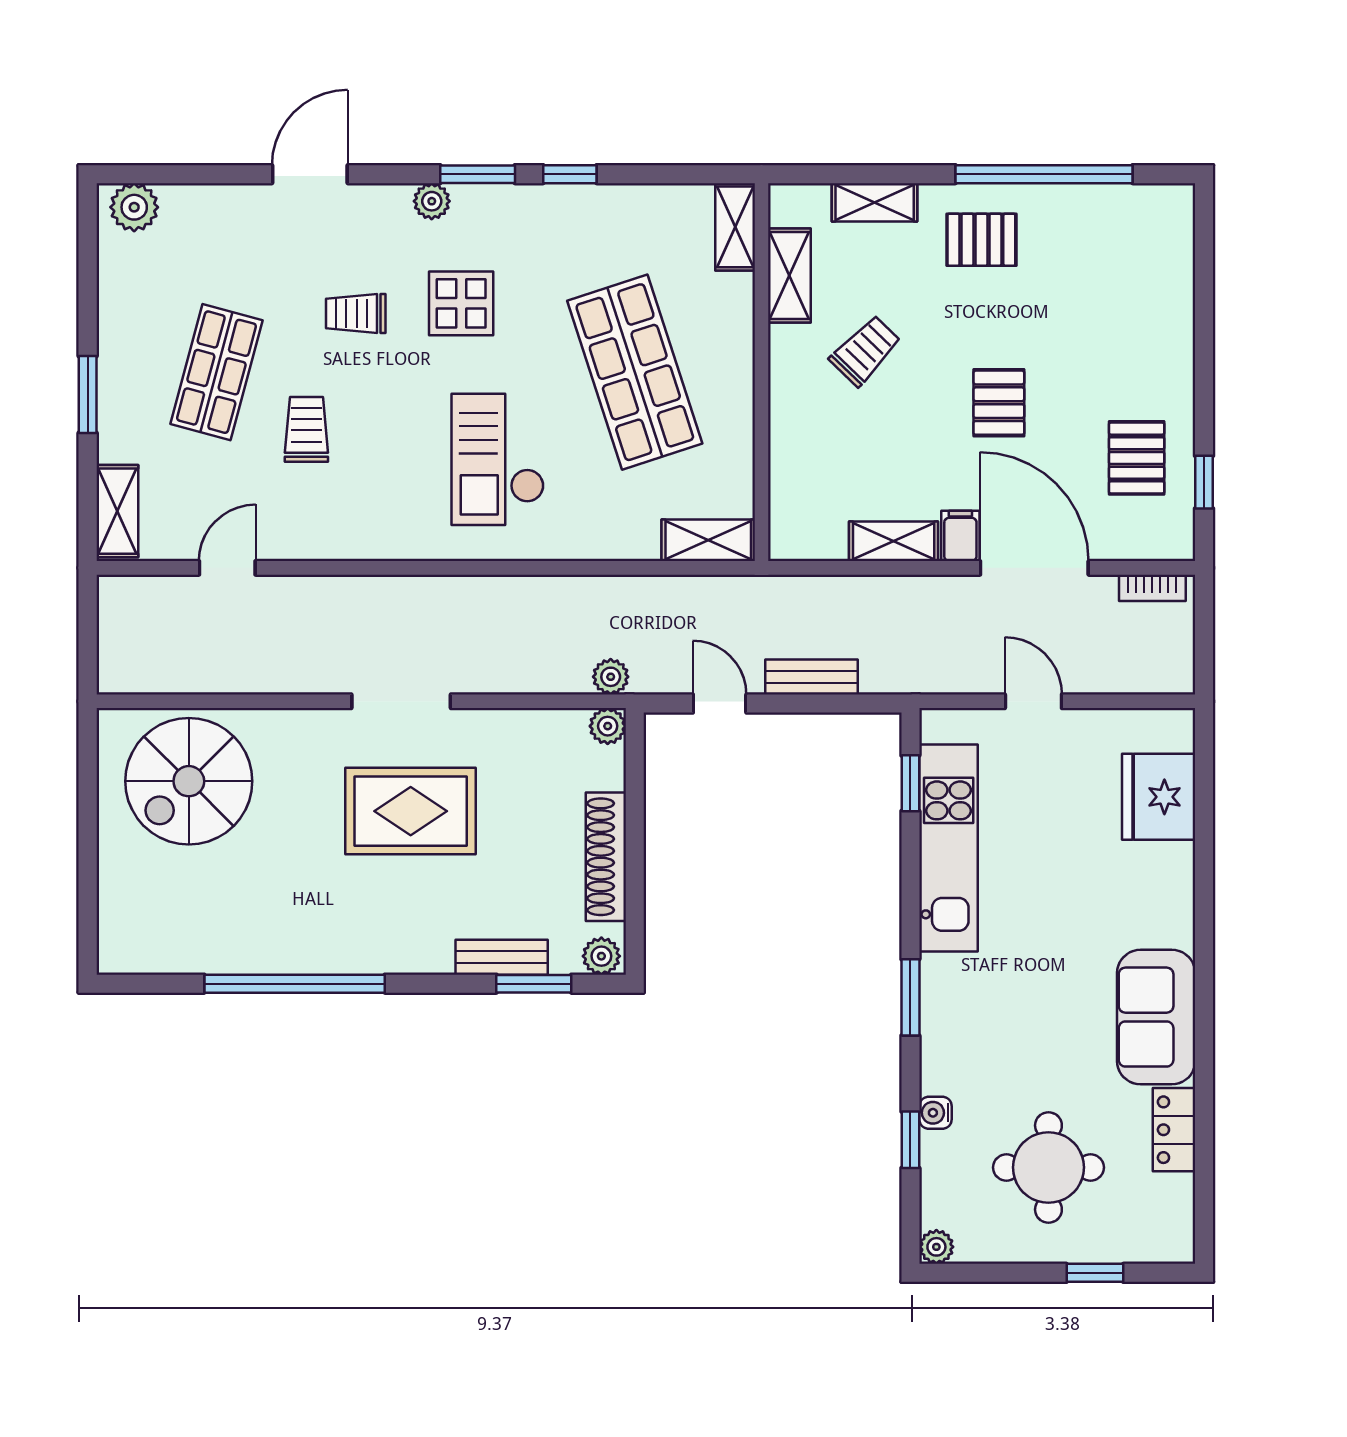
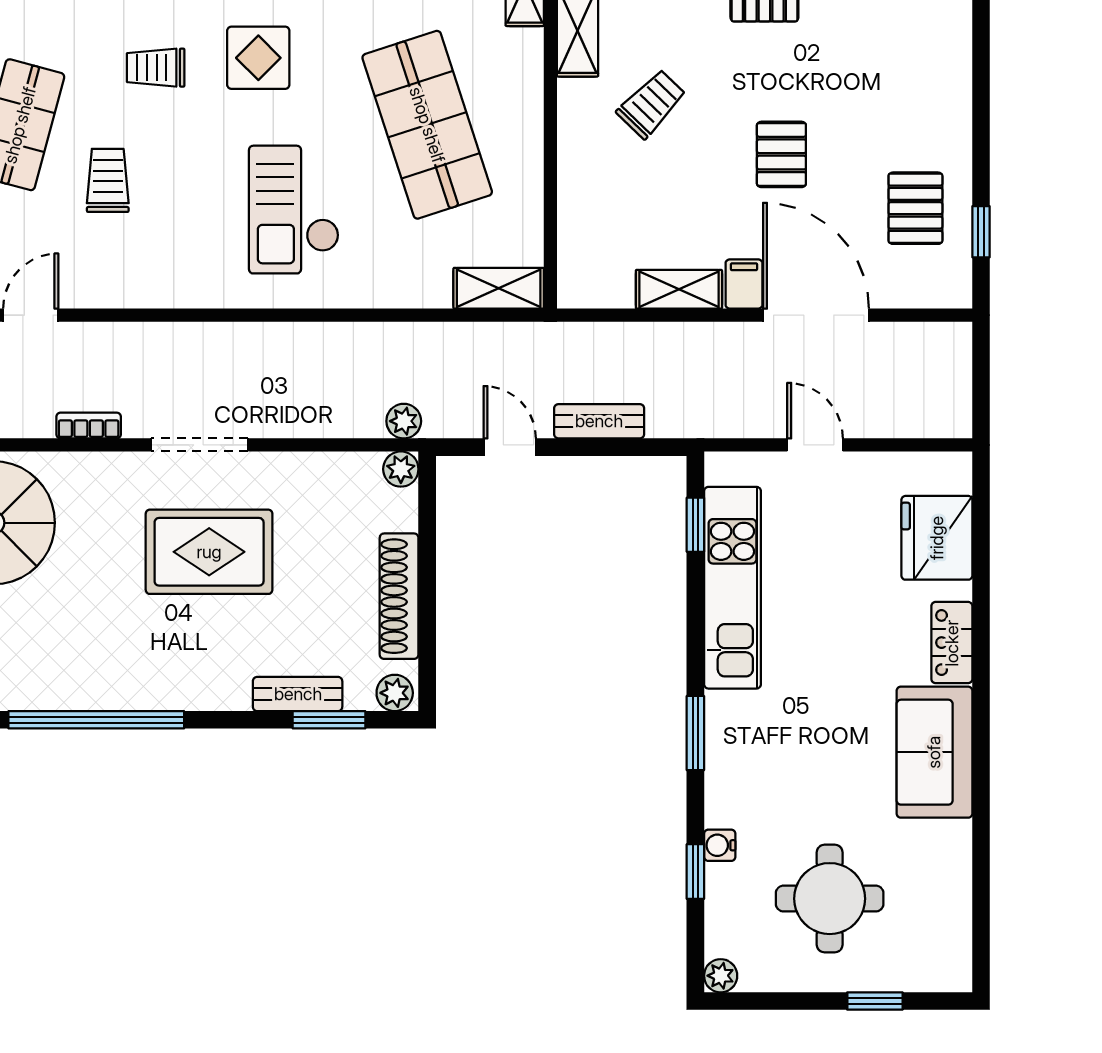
bookcase: (1152, 588) -> (89, 426), moved, turned 180
locker: (1174, 1130) -> (952, 643), moved

